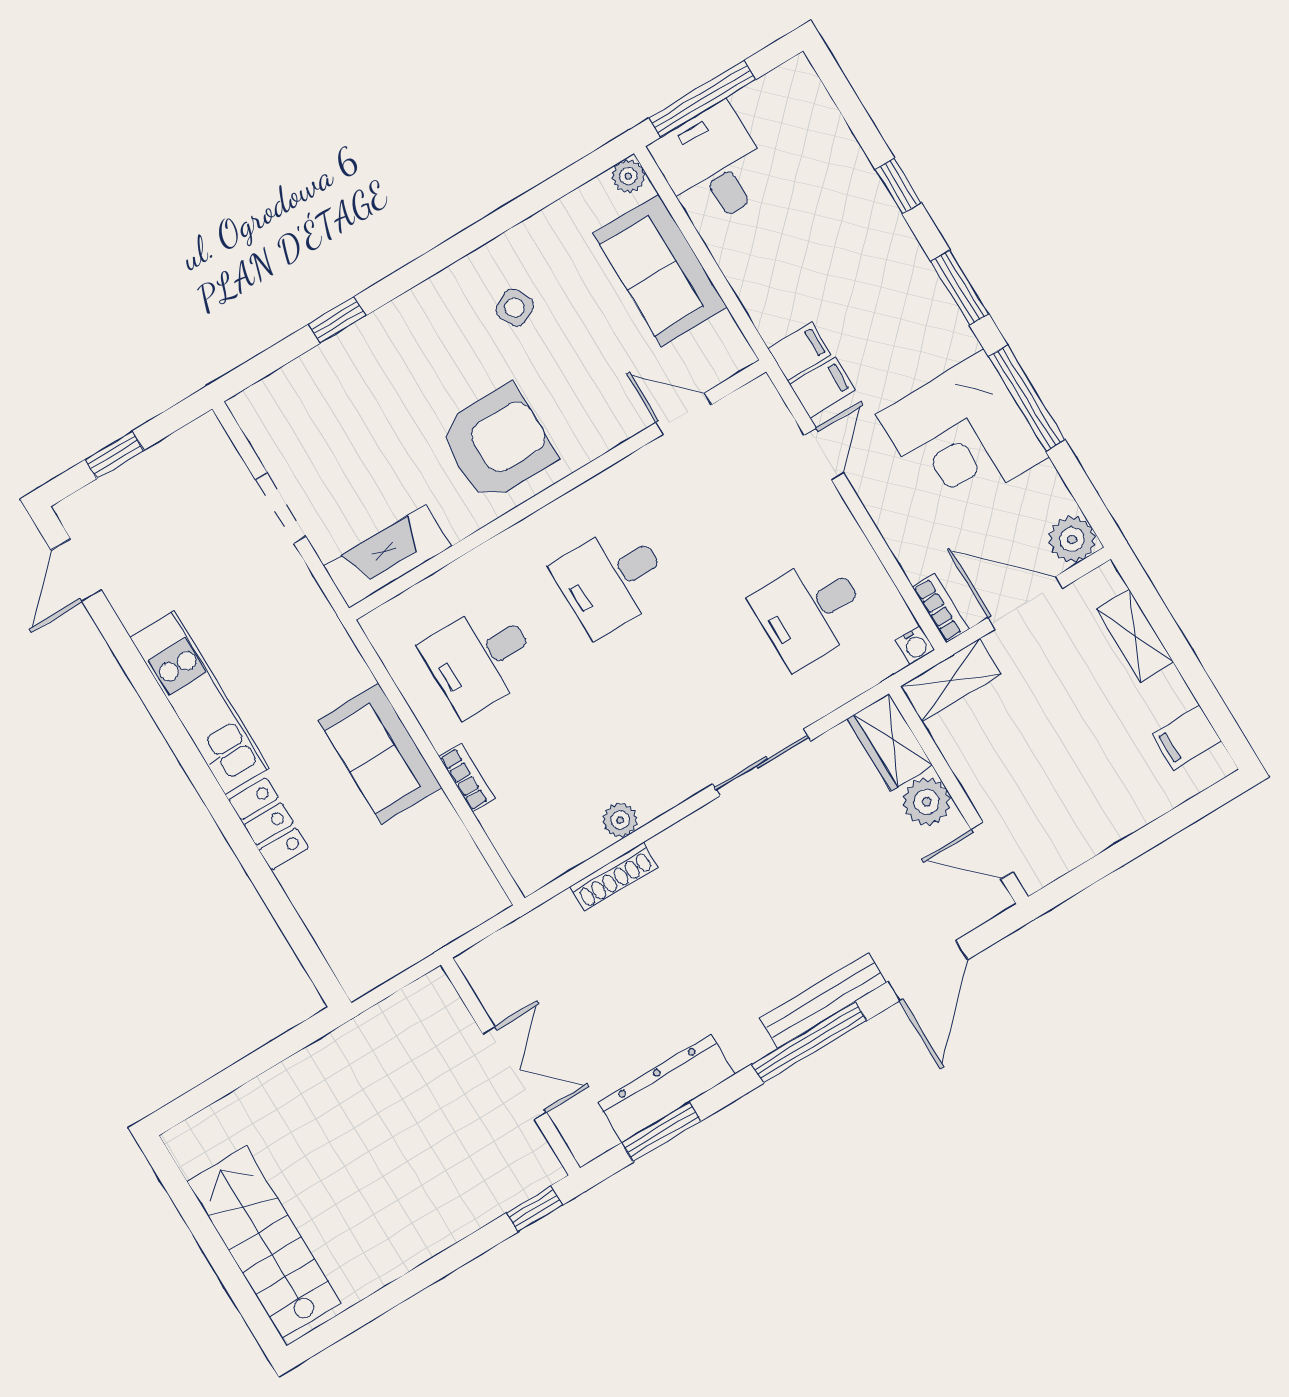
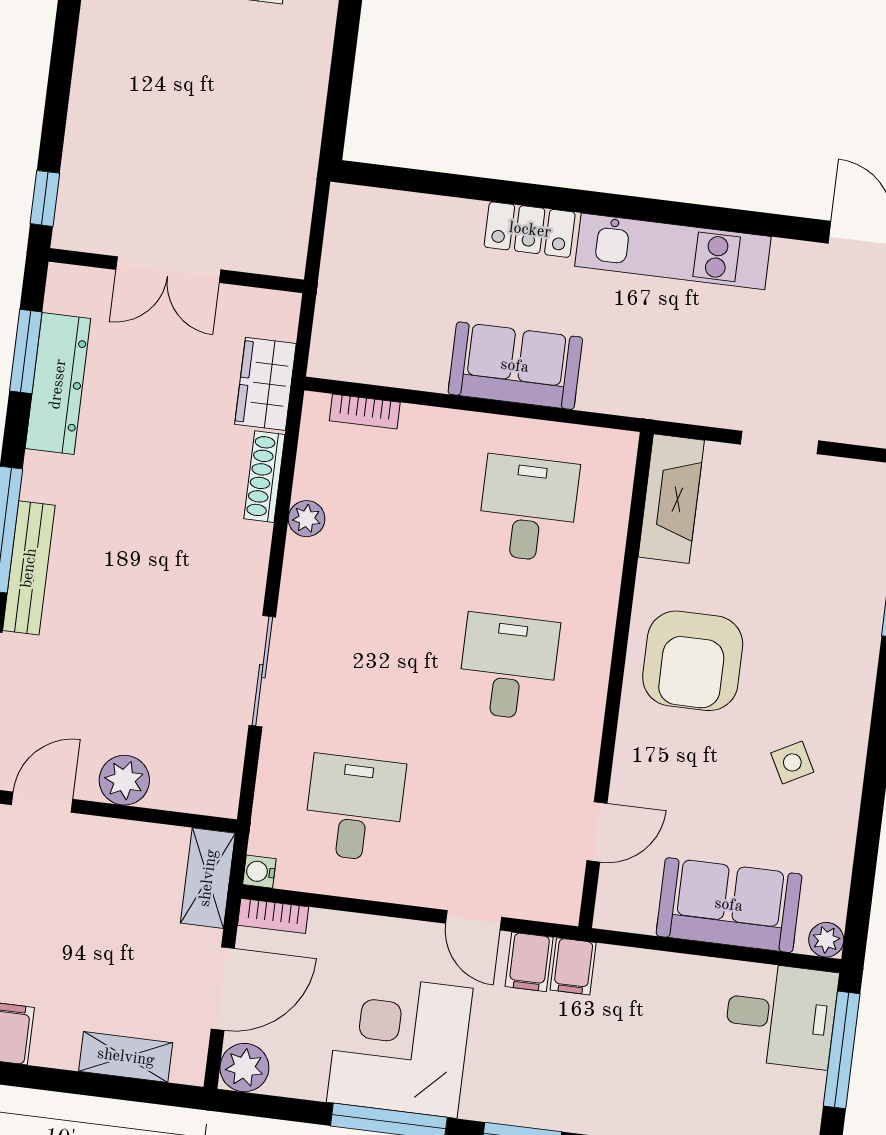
wardrobe: (890, 742) -> (265, 384), moved, turned -90
bookcase: (467, 778) -> (365, 411), moved

